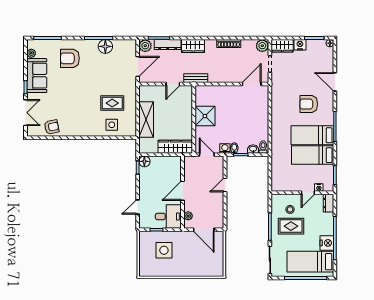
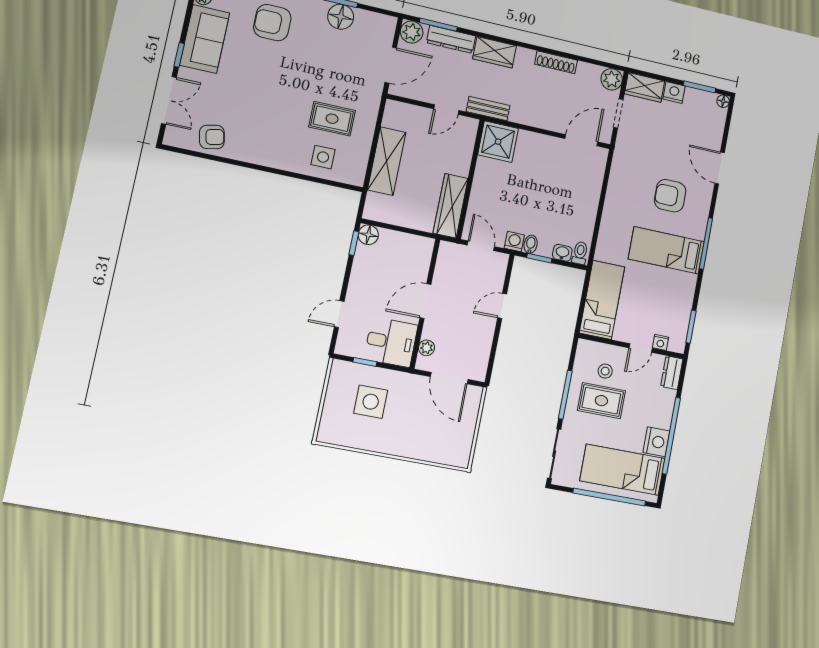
shower: (205, 116) -> (498, 142), moved
wardrobe: (175, 147) -> (451, 206), moved, turned -90
bed: (313, 155) -> (602, 300), moved, turned 90

